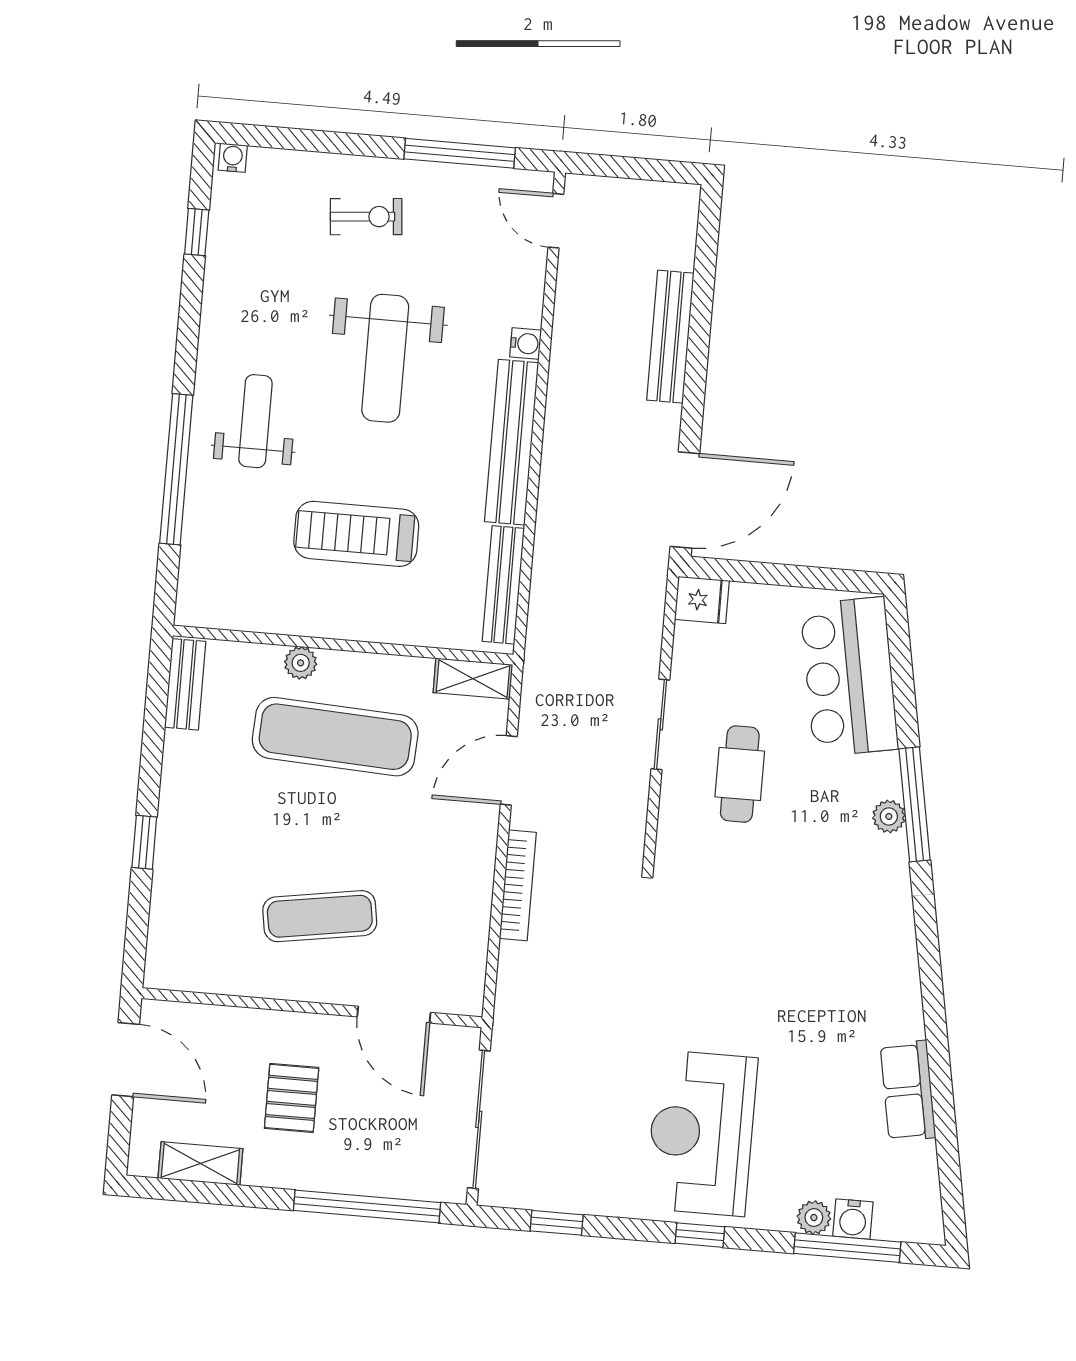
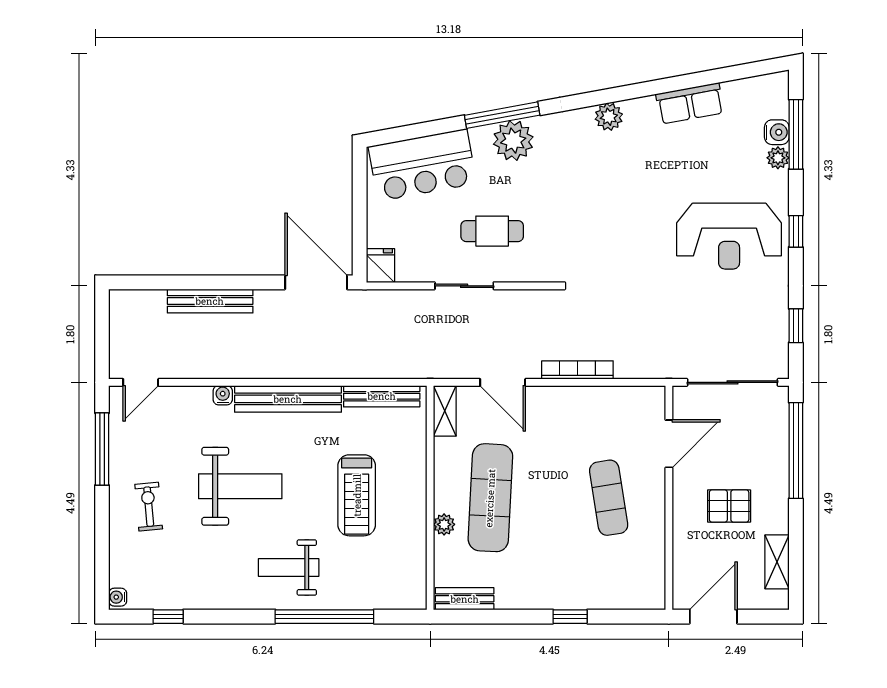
plant: (889, 816) -> (513, 141), width x1.88, depth x1.88
plant: (898, 966) -> (609, 117), added

